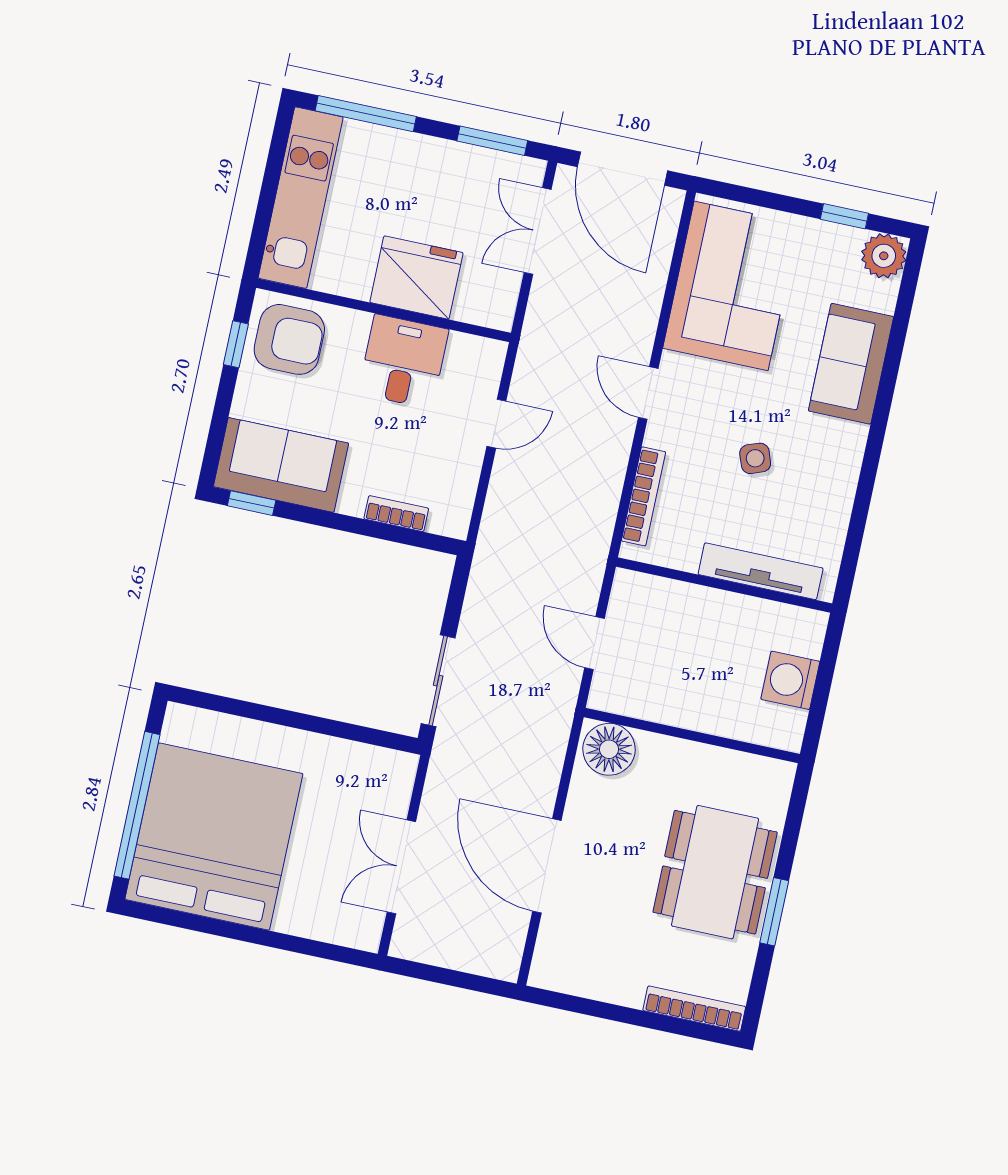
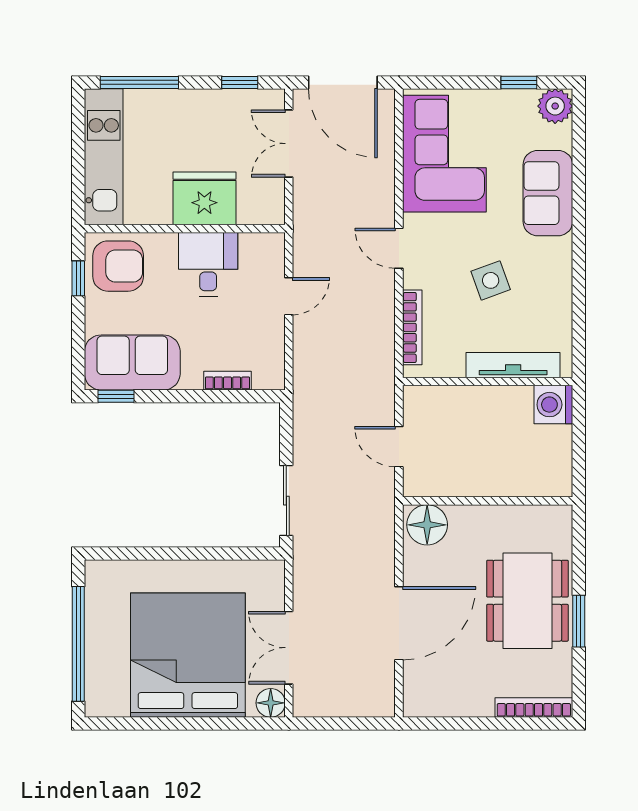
window: (492, 141) -> (240, 82), width x0.67
side table: (755, 458) -> (491, 280), width x1.37, depth x1.37
washing machine: (790, 680) -> (553, 405), moved
bed: (214, 837) -> (188, 655), moved
door: (547, 866) -> (399, 623), swing flipped
floor lamp: (364, 932) -> (271, 703), added

